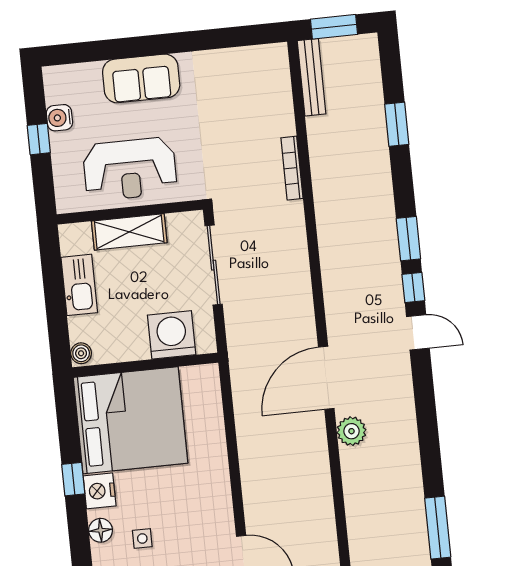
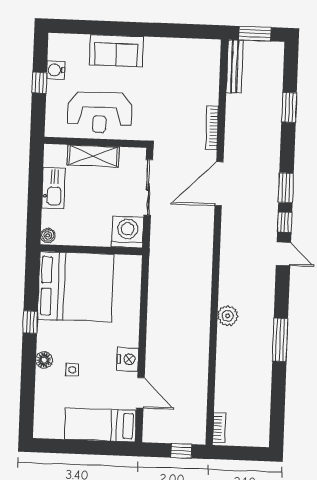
washing machine: (172, 335) -> (128, 232), moved
door: (326, 378) -> (219, 184), moved
nightstand: (100, 491) -> (128, 359), moved, turned 180
window: (438, 528) -> (280, 340), moved

